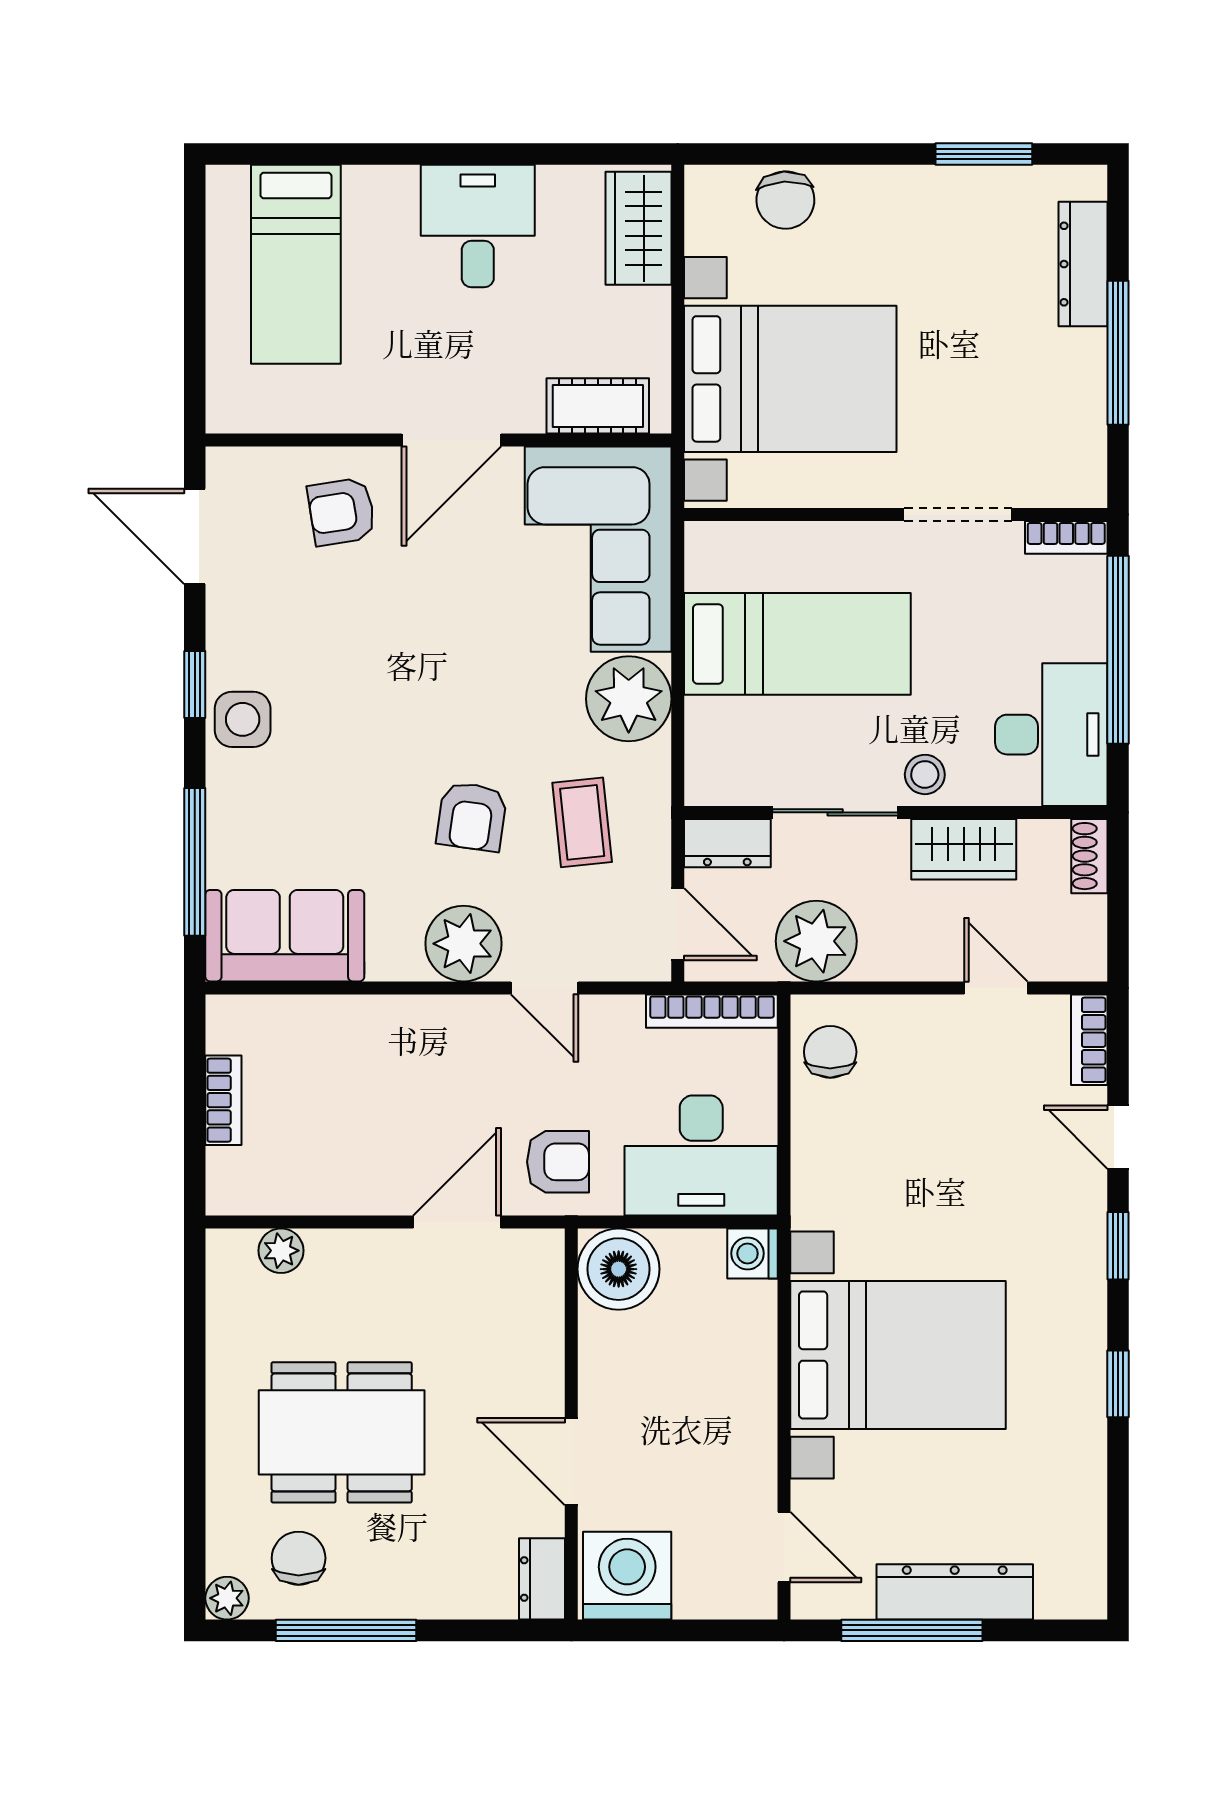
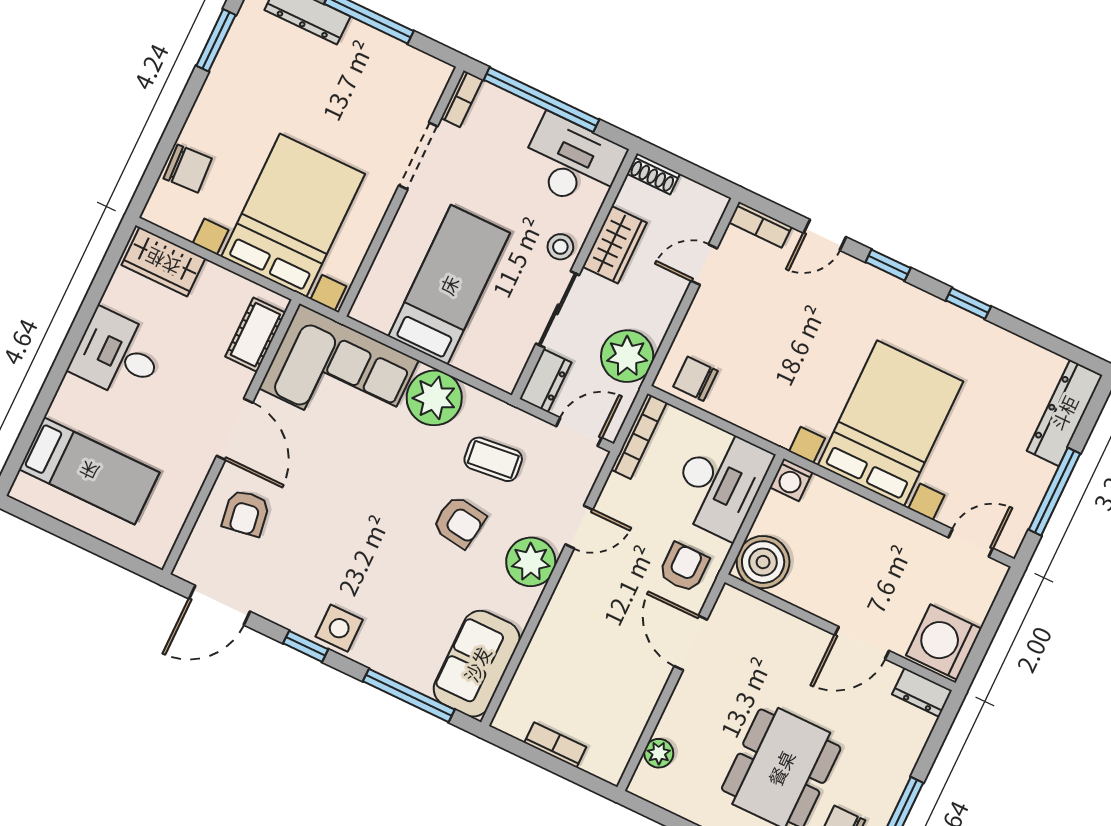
dresser: (955, 1592) -> (1064, 413), moved

